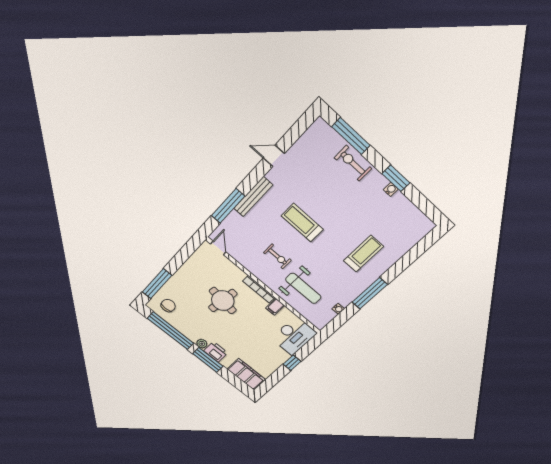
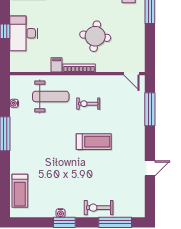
exercise bike: (353, 163) -> (99, 208), turned 180
bench: (253, 197) -> (140, 130), removed
treadmill: (363, 254) -> (20, 191), moved
weight bench: (303, 288) -> (51, 96), turned 180
desk: (294, 336) -> (24, 33), moved

